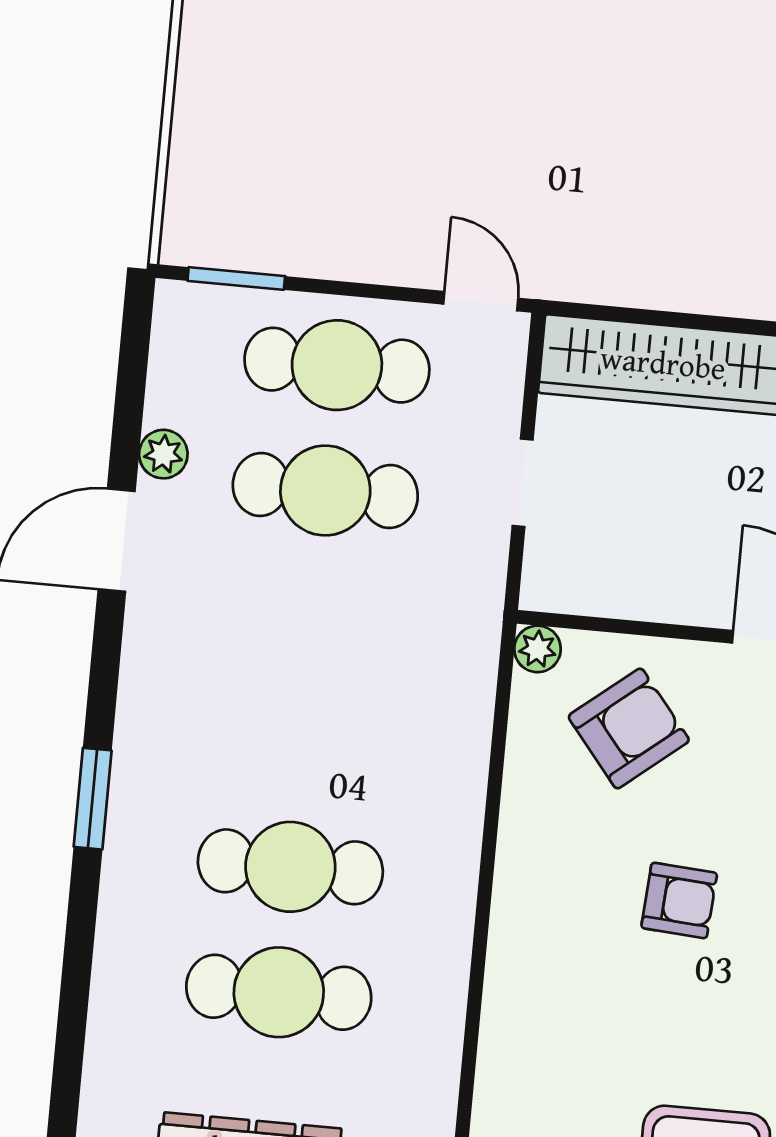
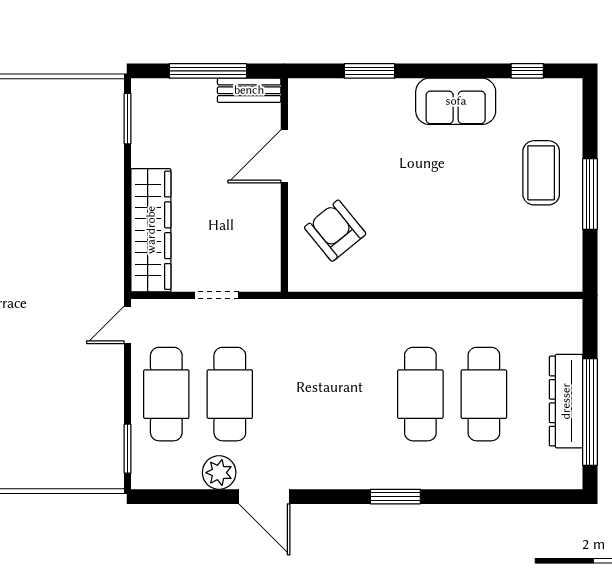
plant: (163, 454) -> (219, 473), width x1.38, depth x1.38
plant: (538, 649) -> (299, 280), removed
armchair: (679, 900) -> (419, 197), removed

